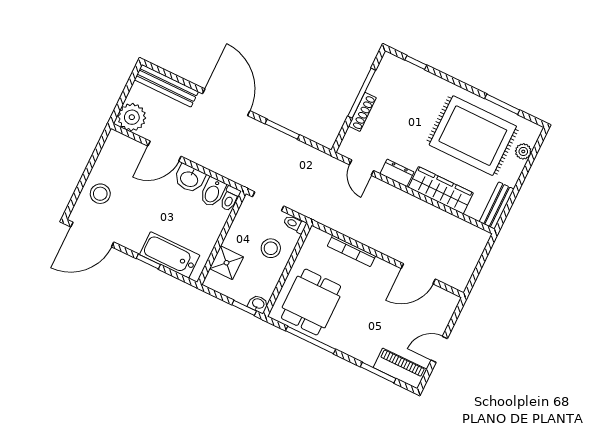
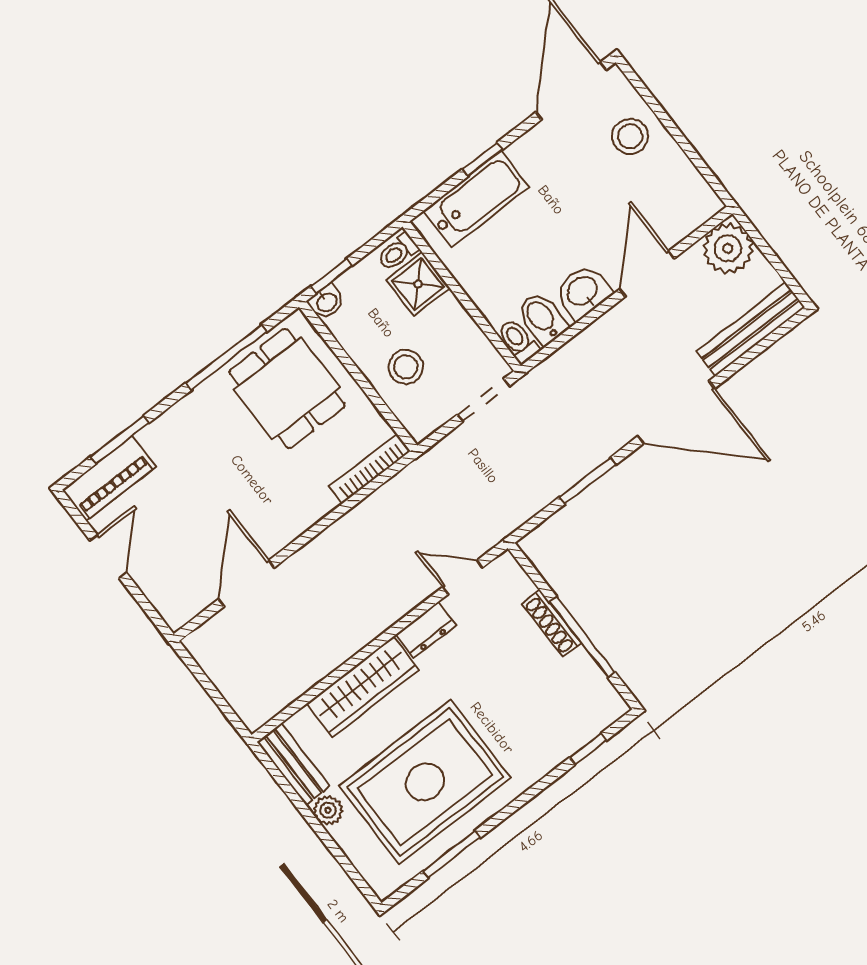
plant: (523, 151) -> (328, 810), moved
toilet: (295, 224) -> (398, 252), moved, turned 180
bookcase: (351, 251) -> (370, 469), moved

